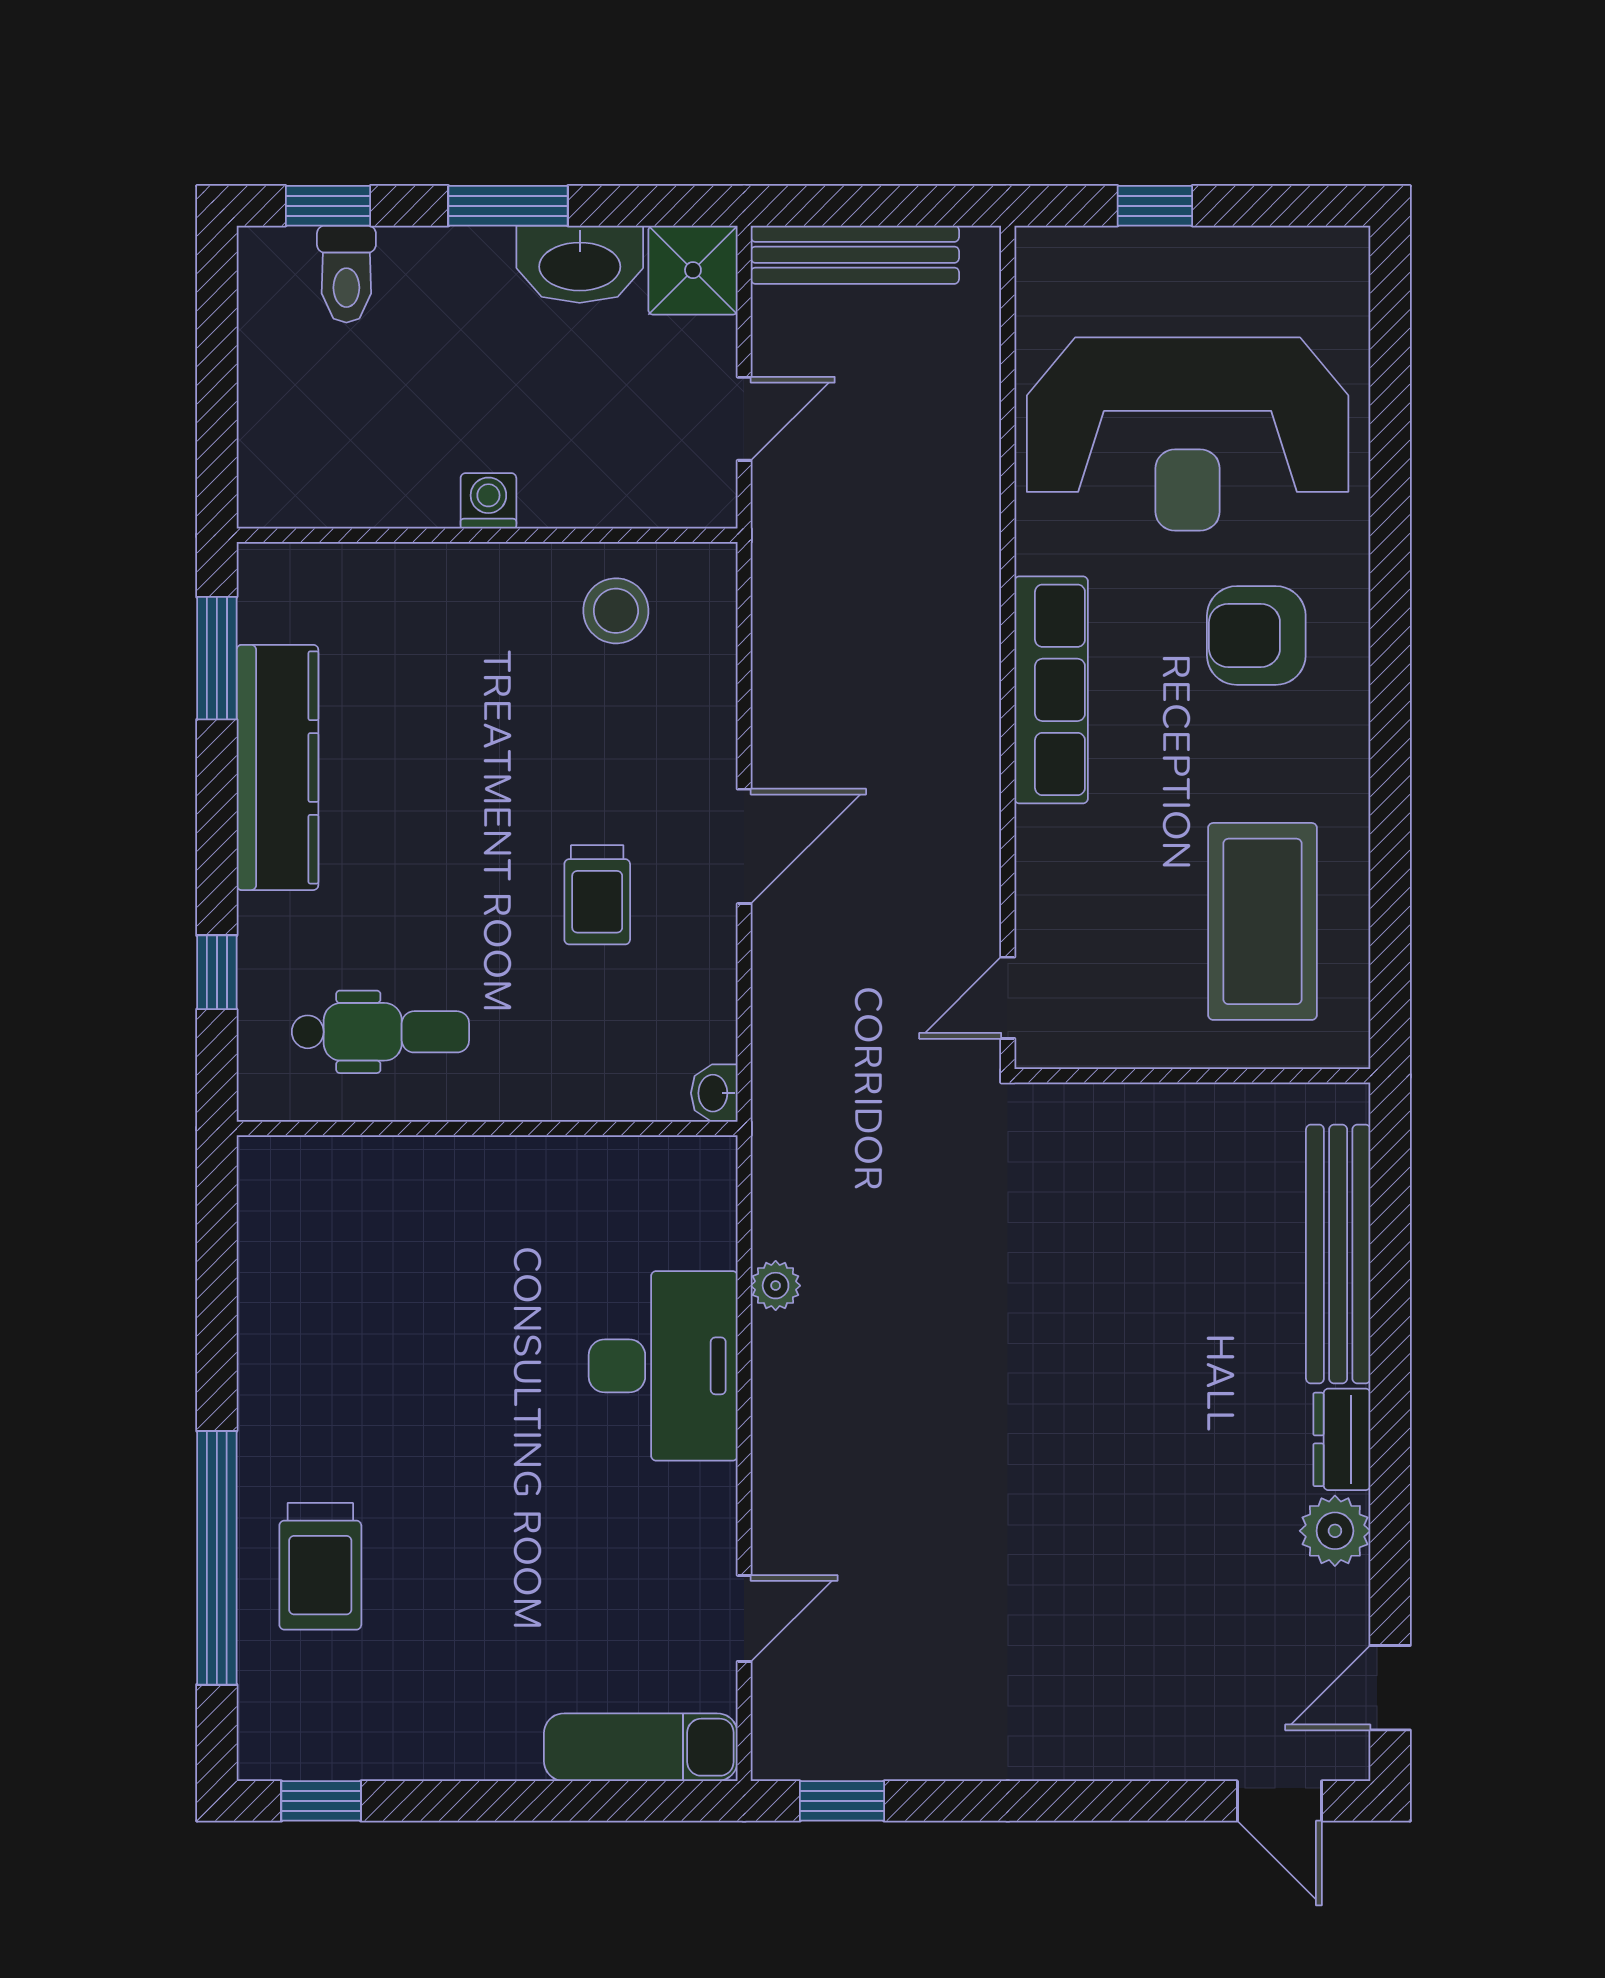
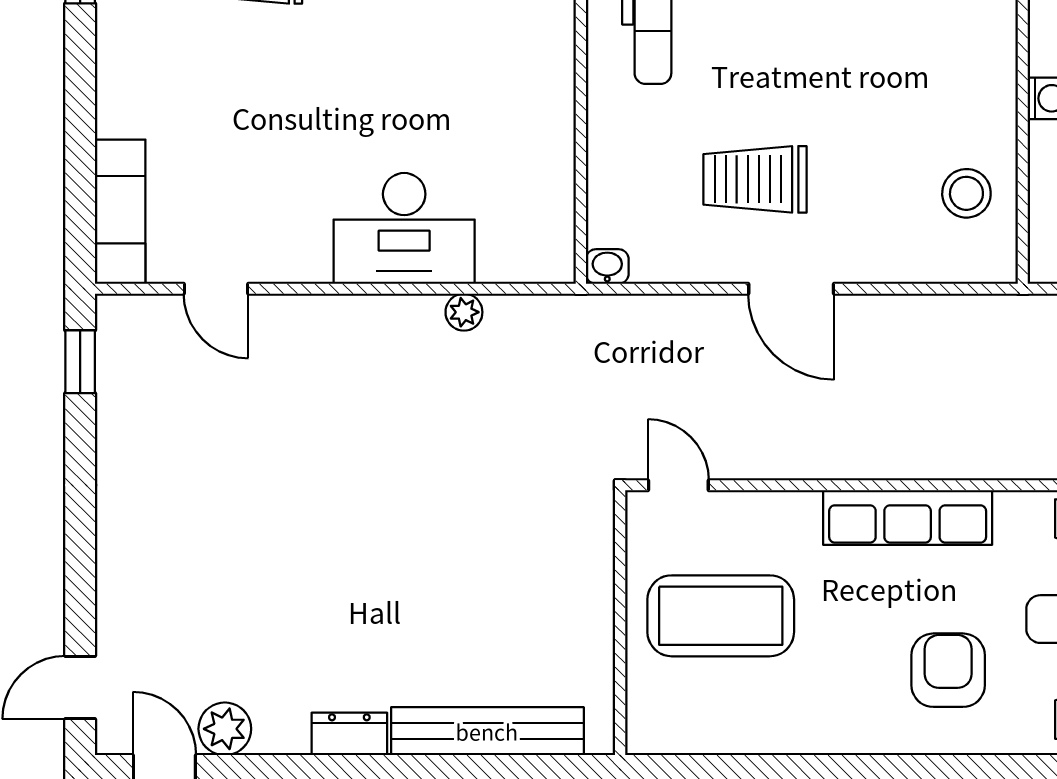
trolley: (597, 895) -> (755, 179), width x1.36, depth x1.39
coffee table: (1263, 921) -> (721, 616), moved
plant: (1335, 1531) -> (225, 729), moved

